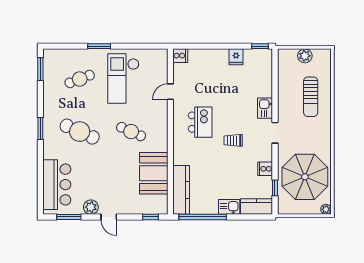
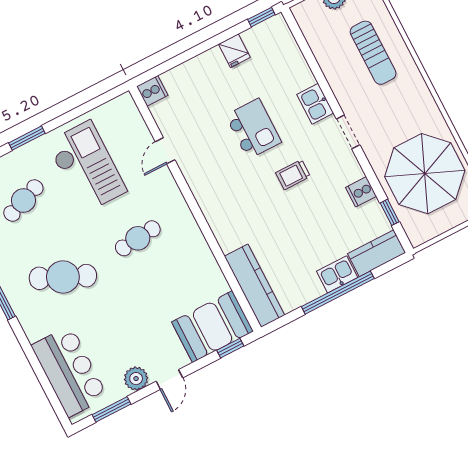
checkout: (123, 78) -> (87, 167), turned 180
kitchen island: (200, 122) -> (253, 129), moved
cafe table: (131, 132) -> (138, 238), turned -30
booth: (154, 173) -> (212, 327), moved, turned 90
door: (109, 217) -> (169, 380), hinge flipped
window: (203, 217) -> (338, 293), moved

